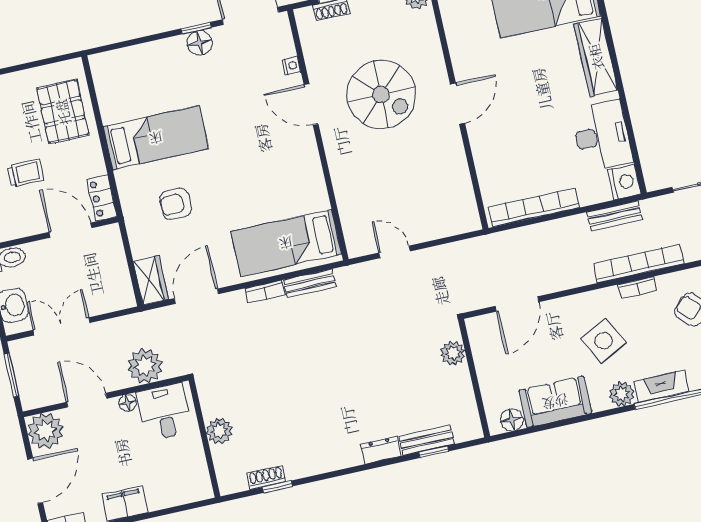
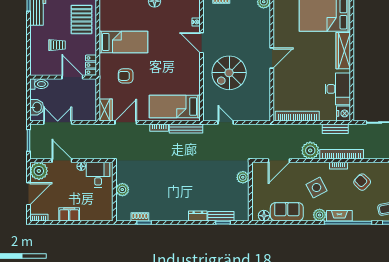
spiral stairs: (381, 95) -> (229, 73), moved, turned 90
bench: (310, 284) -> (186, 129), width x1.36
plant: (145, 366) -> (310, 150), moved

